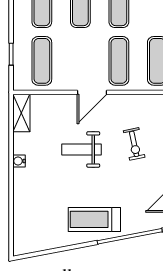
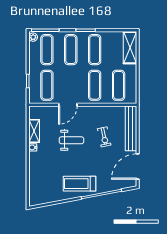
door: (92, 92) -> (68, 105), moved
shelving: (21, 113) -> (34, 131), moved
weight bench: (82, 149) -> (71, 140), turned 180

